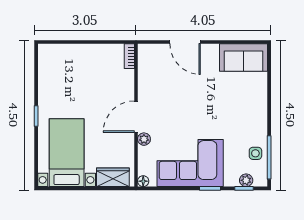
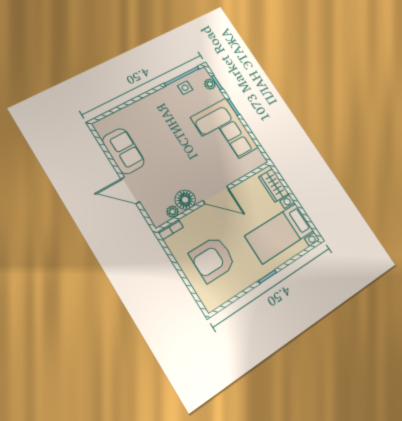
door: (185, 42) -> (130, 190), swing flipped
sofa: (243, 57) -> (123, 151), moved
armchair: (81, 77) -> (213, 259), added
plant: (144, 139) -> (172, 212), moved
floor lamp: (143, 181) -> (185, 200), moved, width x1.89, depth x1.89

